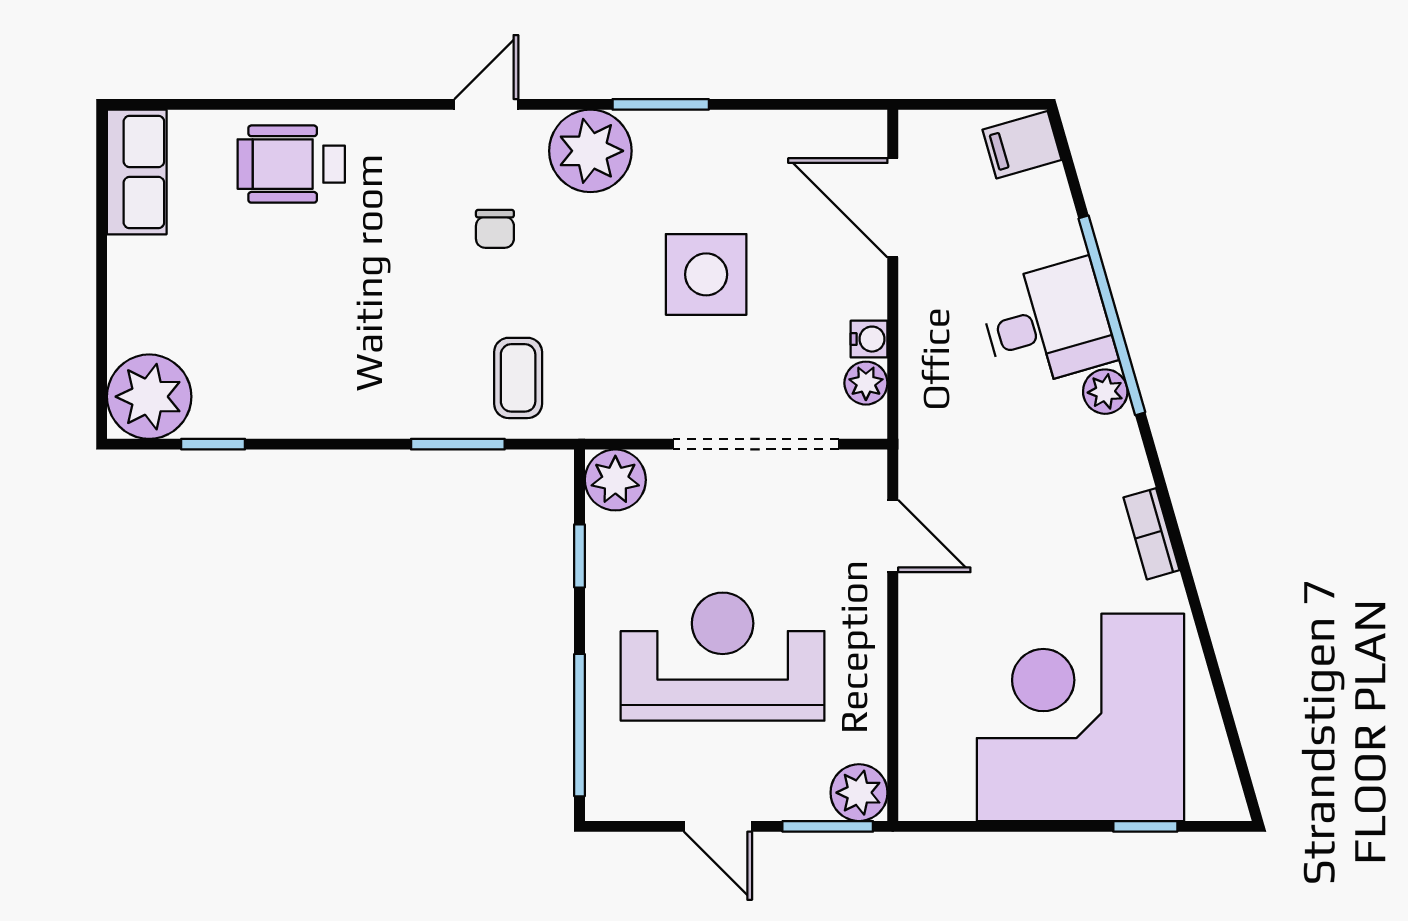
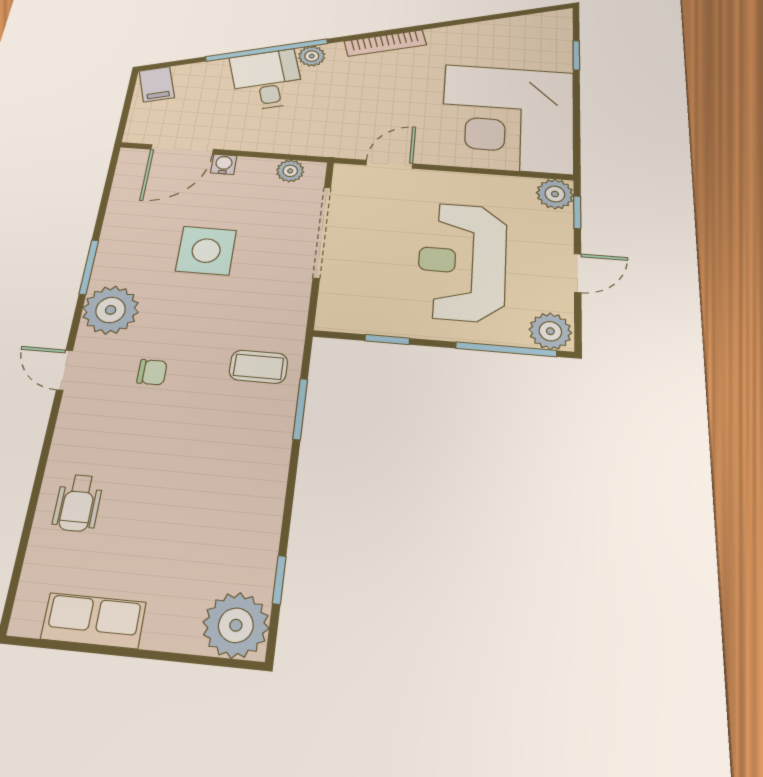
wheelchair: (291, 164) -> (78, 503), width x0.73, depth x0.73
row of seats: (137, 172) -> (94, 621), moved
water cooler: (869, 339) -> (224, 164), moved
plant: (615, 480) -> (550, 331), moved
bookcase: (1151, 534) -> (385, 43), width x1.56
corner desk: (1081, 717) -> (508, 118), moved
window: (828, 826) -> (577, 212), width x0.67

